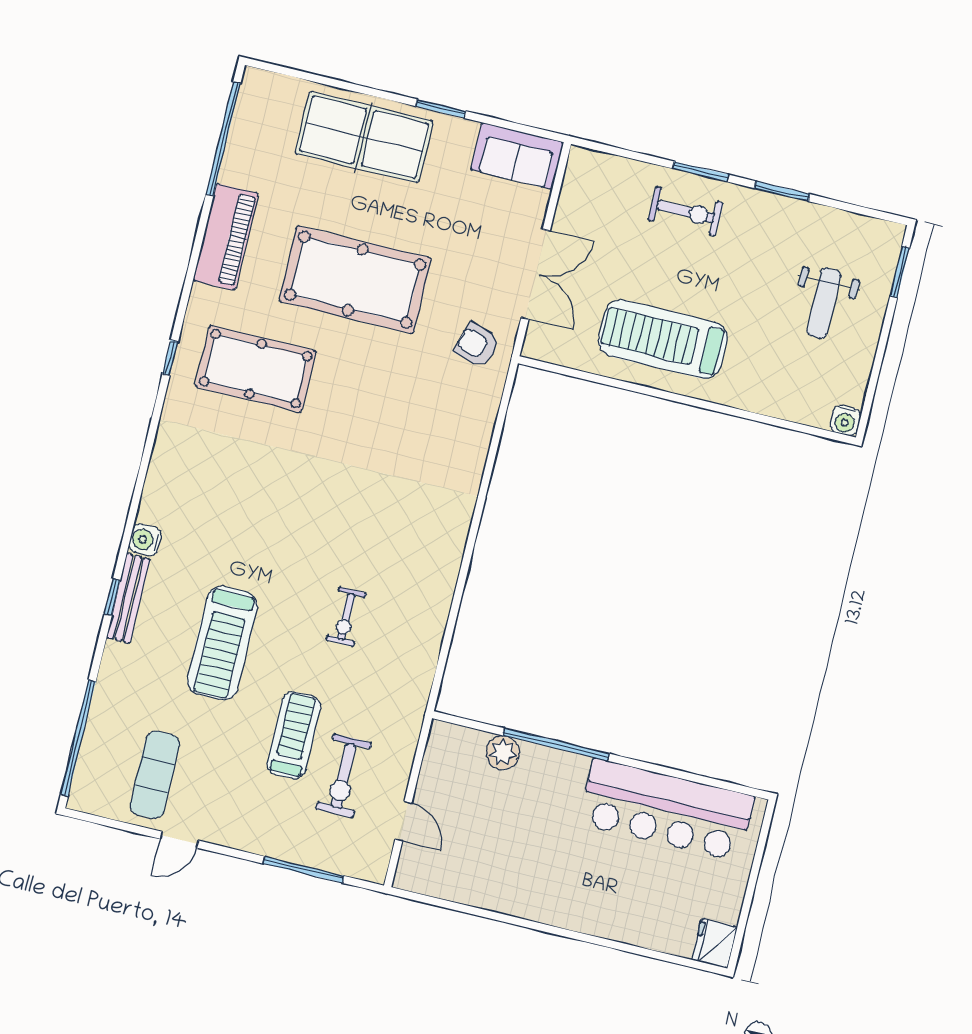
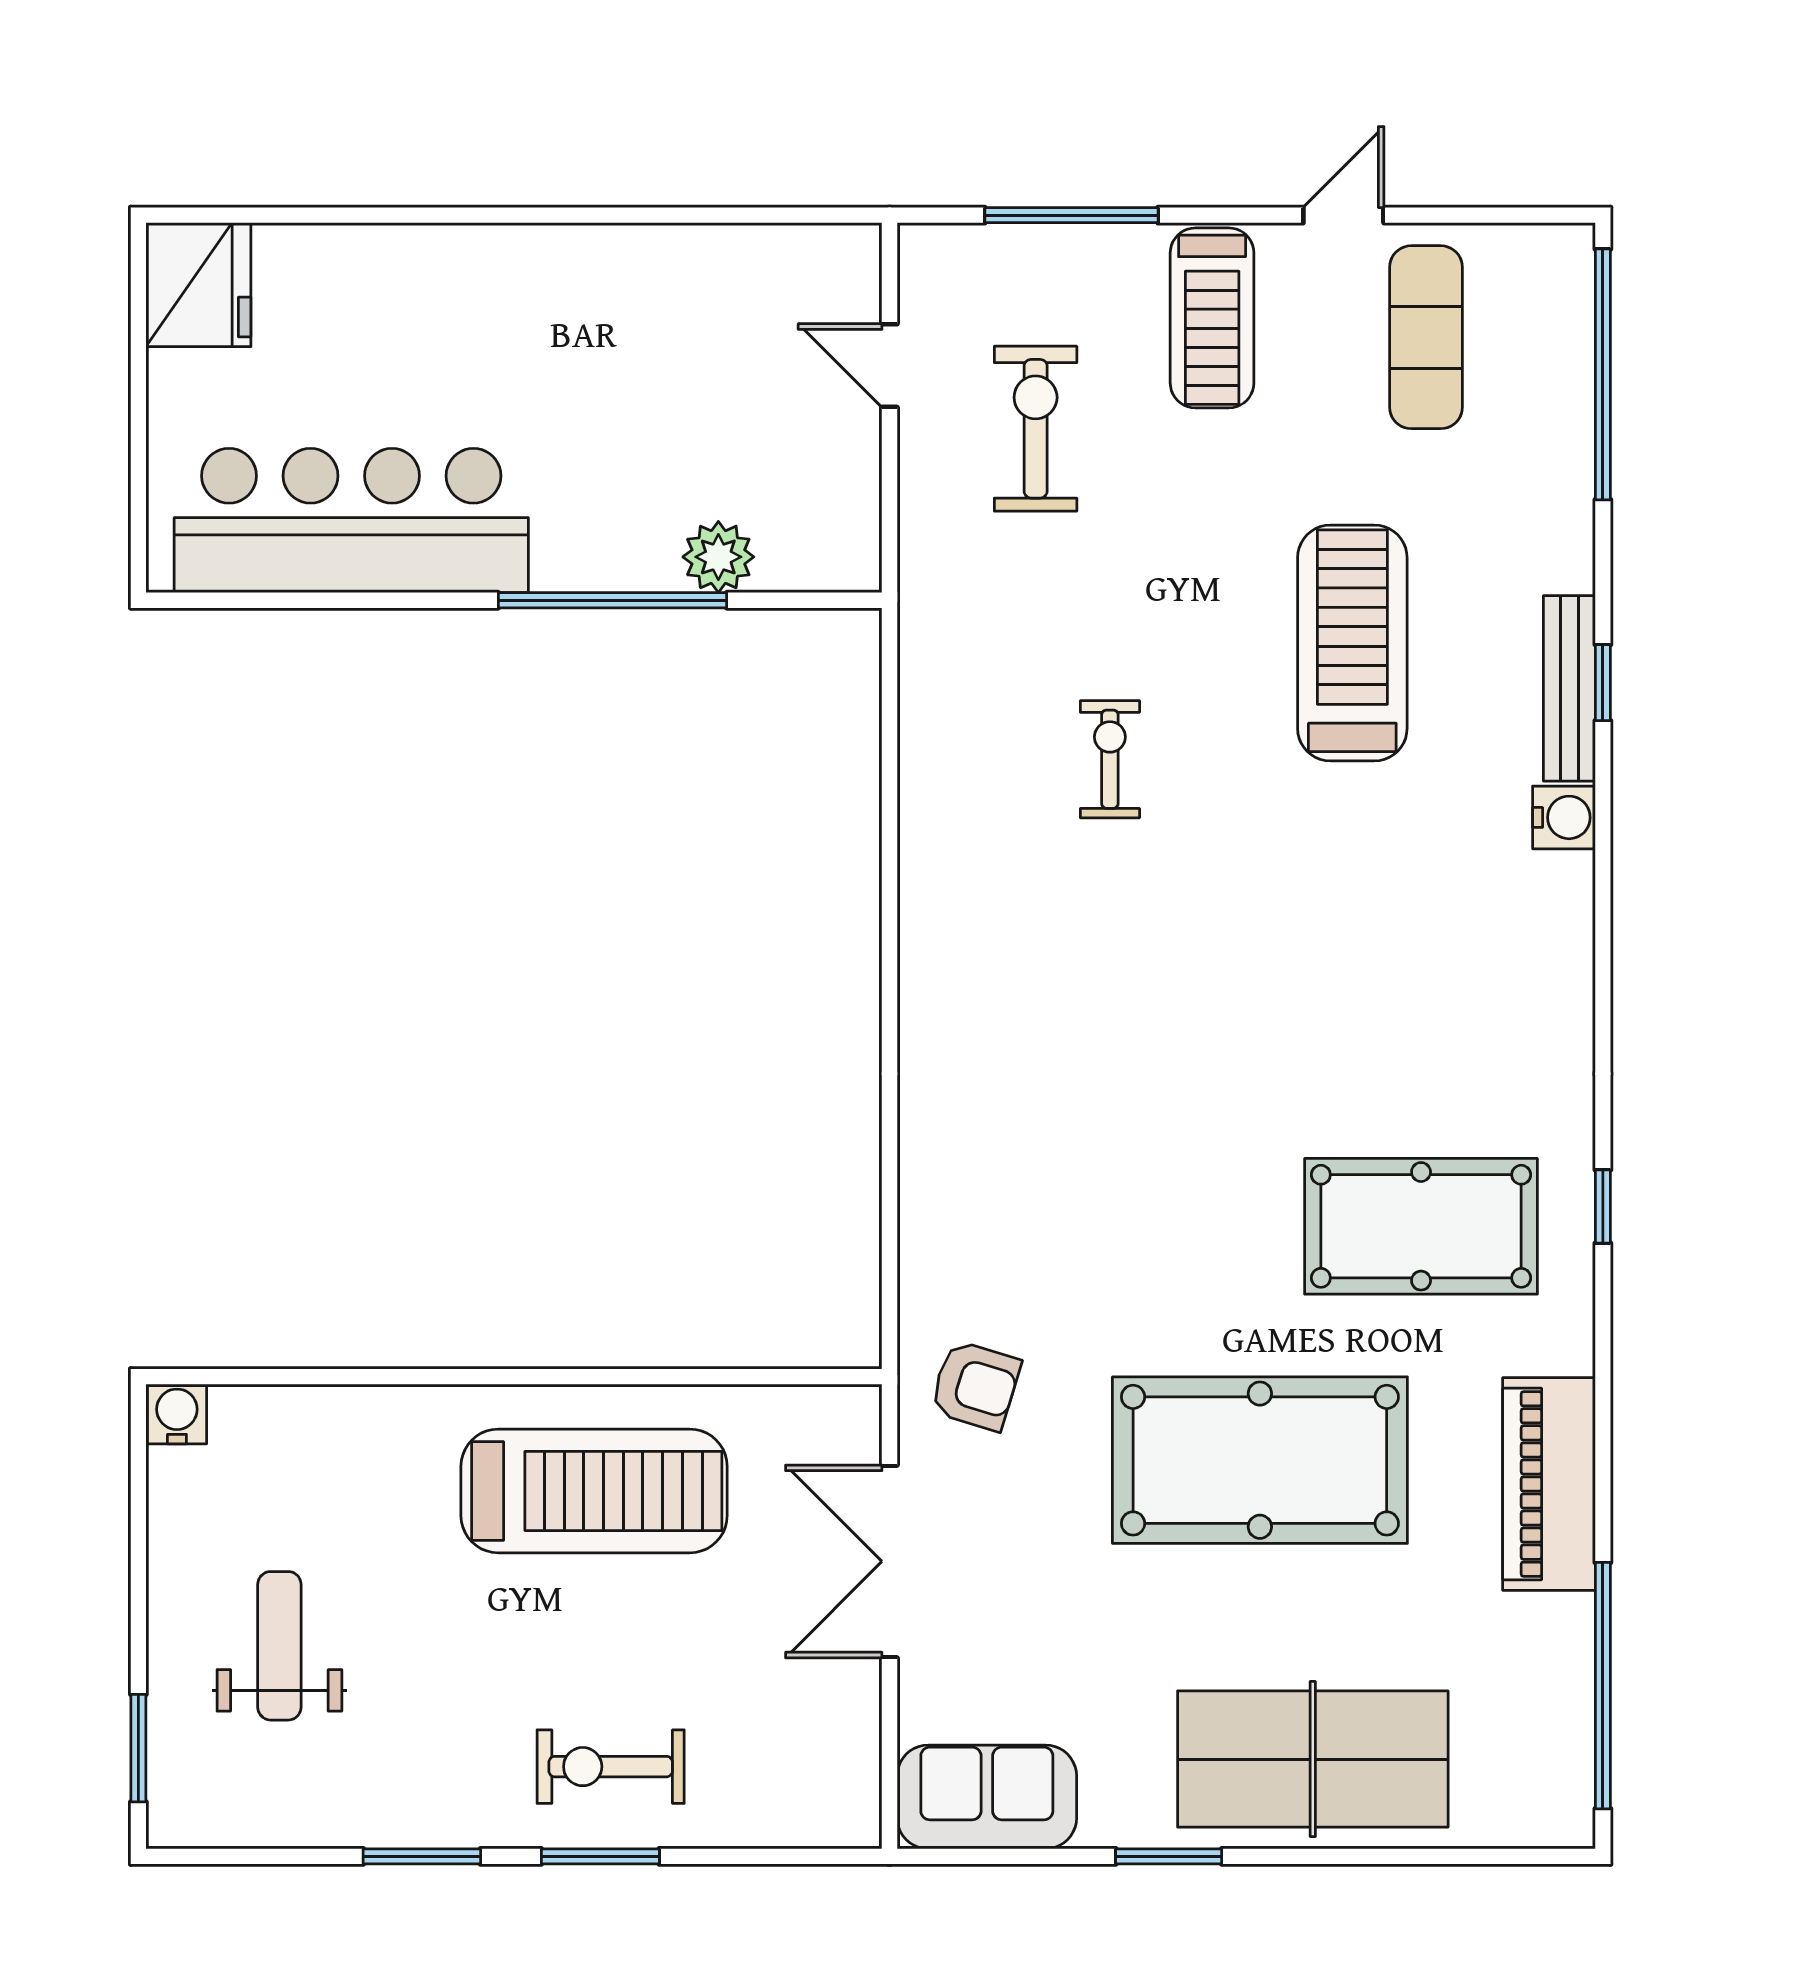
treadmill: (294, 735) -> (1212, 318), moved
fridge: (715, 943) -> (198, 285), width x1.36, depth x1.34

